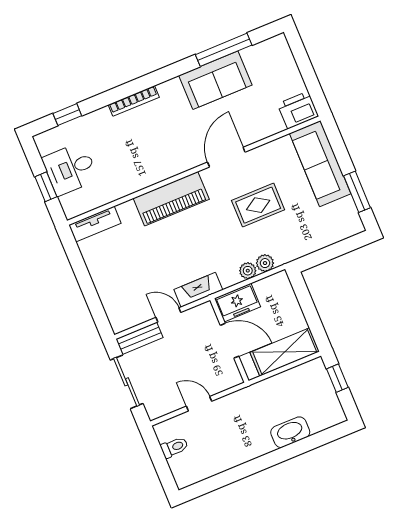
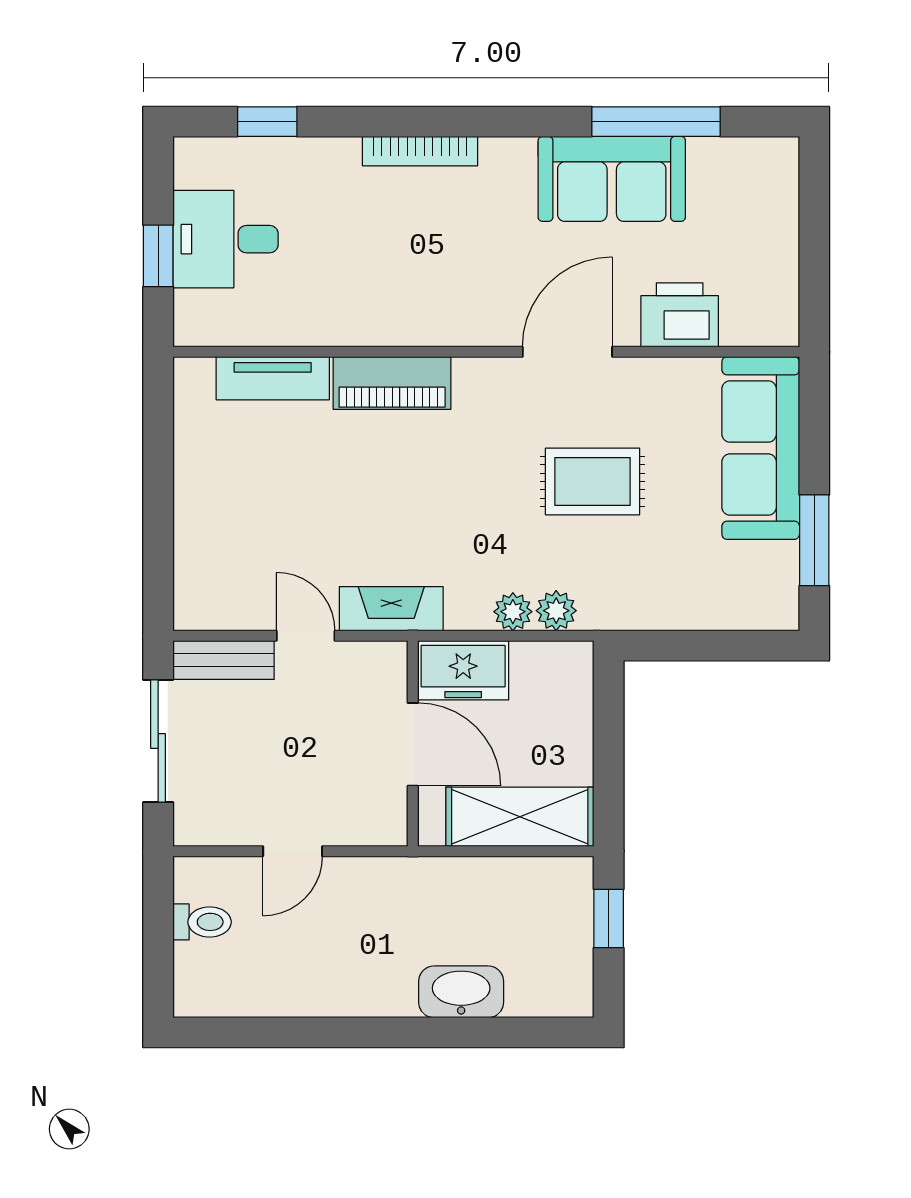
printer: (298, 110) -> (680, 315), moved
piano: (171, 199) -> (392, 383), width x0.73, depth x0.75
tv unit: (95, 224) -> (273, 378), moved
door: (199, 404) -> (293, 851), swing flipped

